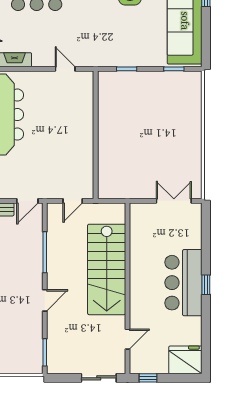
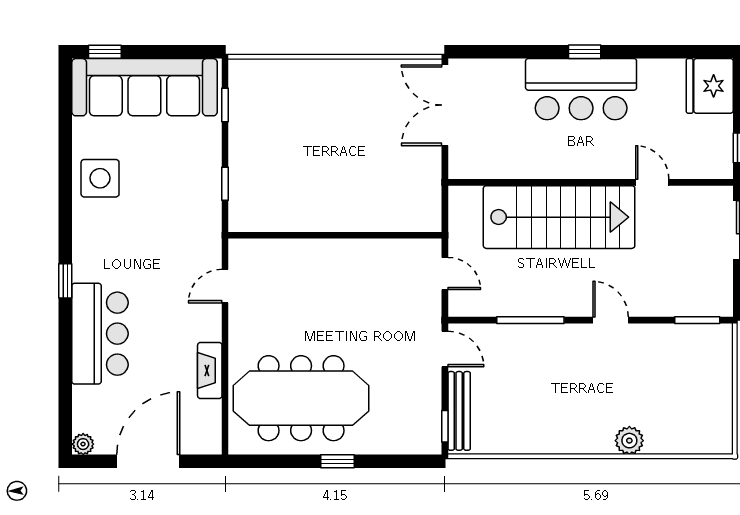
double door: (174, 201) -> (445, 105), width x1.37
door: (127, 339) -> (652, 182), moved

